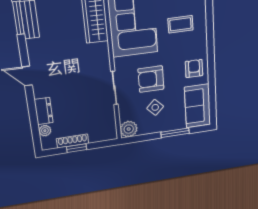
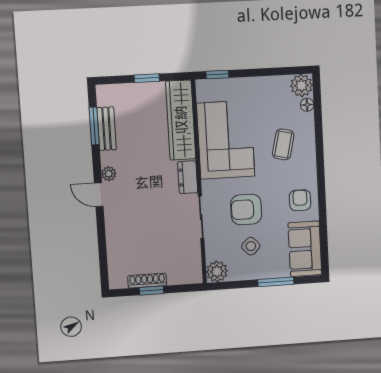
coffee table: (180, 24) -> (283, 144), turned -76
dresser: (44, 111) -> (188, 177), moved, turned 180
plant: (45, 131) -> (109, 174), moved

